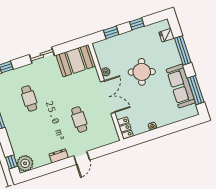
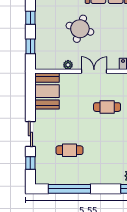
sliding door: (42, 55) -> (30, 134), moved
double door: (108, 97) -> (94, 71), width x0.73

